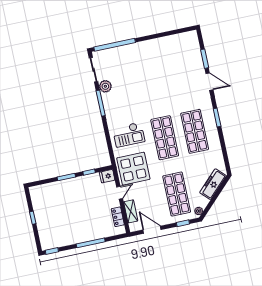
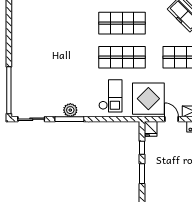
plant: (105, 86) -> (70, 110), moved

